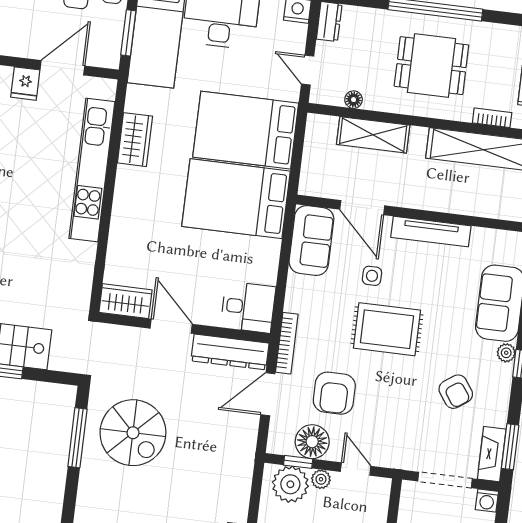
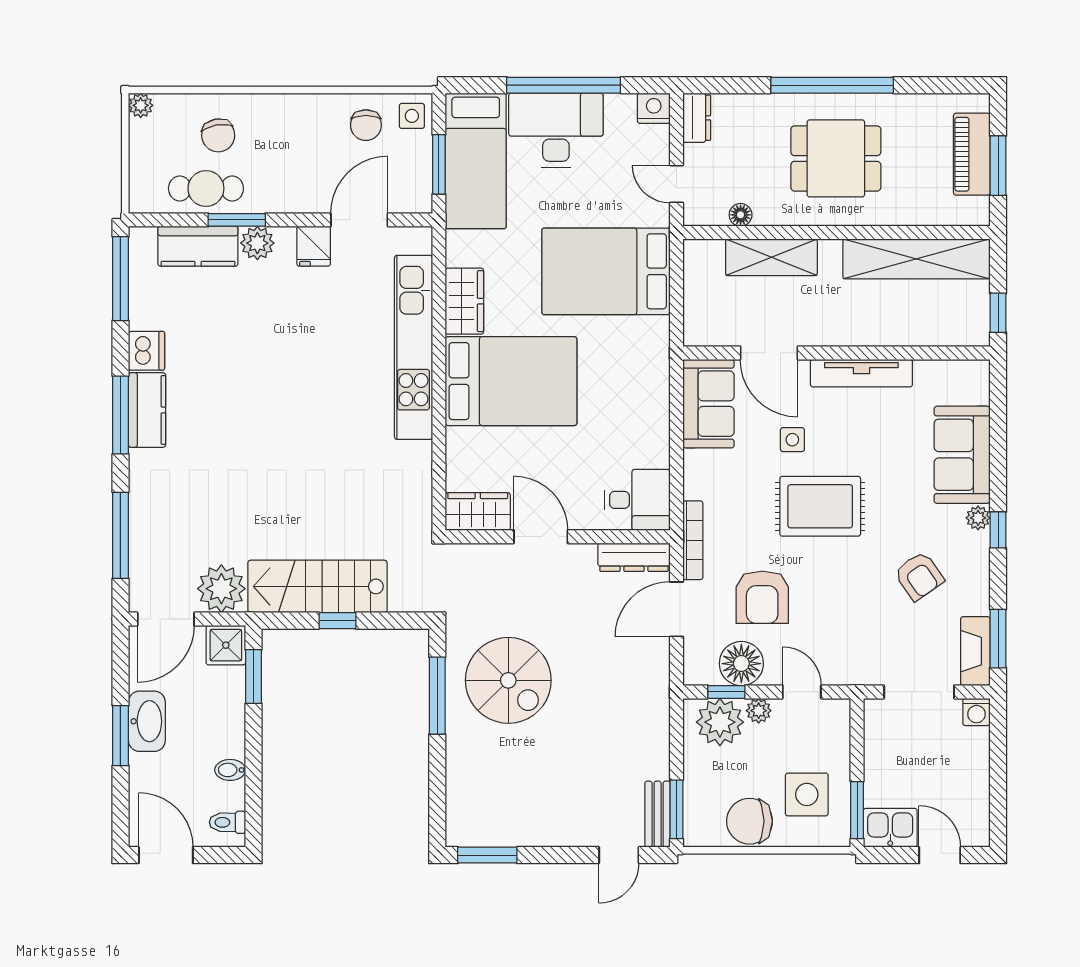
bookcase: (492, 118) -> (922, 216), removed
bed: (236, 199) -> (511, 381), moved, turned 180
dresser: (230, 352) -> (634, 557), width x0.73, depth x0.80

